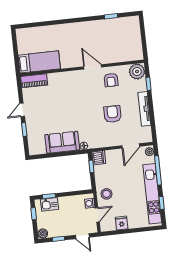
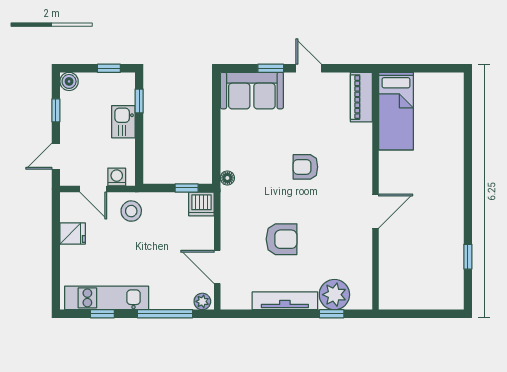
plant: (137, 72) -> (334, 295), moved
armchair: (111, 80) -> (305, 167), moved
sofa: (62, 142) -> (252, 91), moved, turned 90
kitchen unit: (152, 194) -> (107, 298), width x0.73
kitchen sink: (50, 204) -> (123, 122), moved

